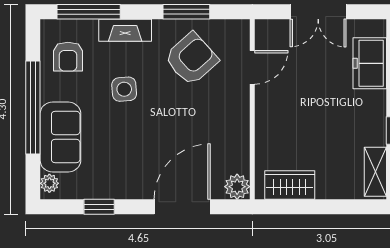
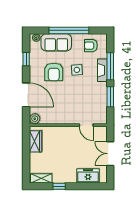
window: (89, 12) -> (110, 66), moved
armchair: (191, 59) -> (54, 72), moved, turned 42

